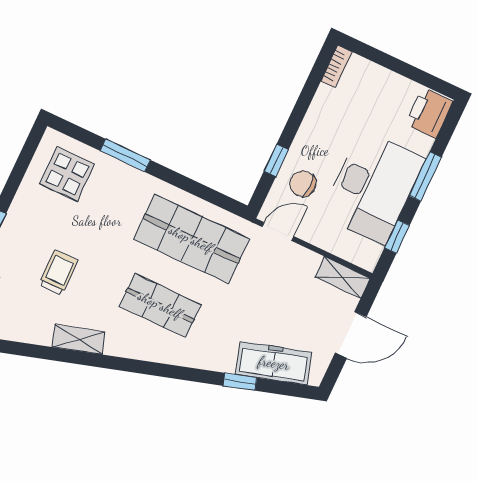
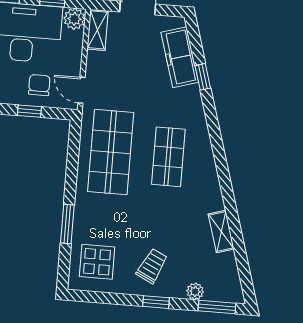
chair: (303, 184) -> (39, 85), turned 180
plant: (366, 255) -> (74, 19), added
trolley: (58, 273) -> (152, 266), moved, turned 116
shelving: (79, 339) -> (221, 231), moved

